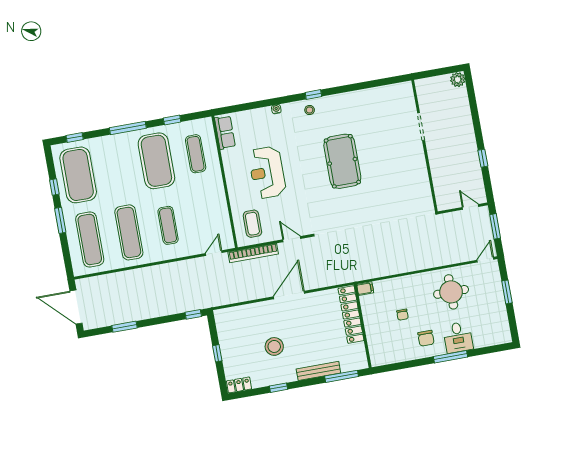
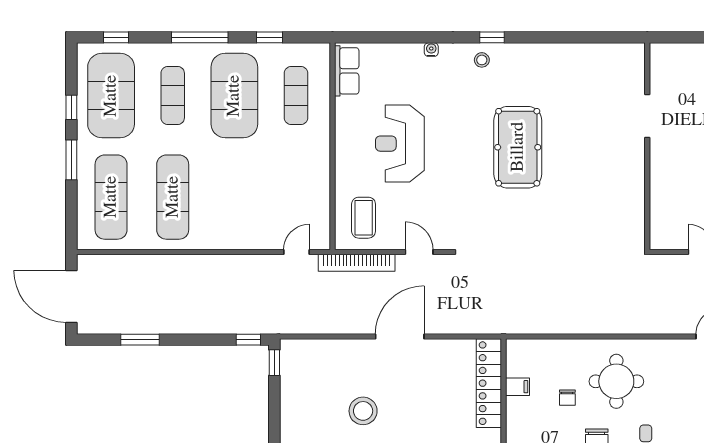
exercise mat: (168, 225) -> (173, 96), moved
filing cabinet: (365, 289) -> (518, 387), moved
round table: (451, 292) -> (616, 381), moved
window: (217, 353) -> (274, 363), moved

